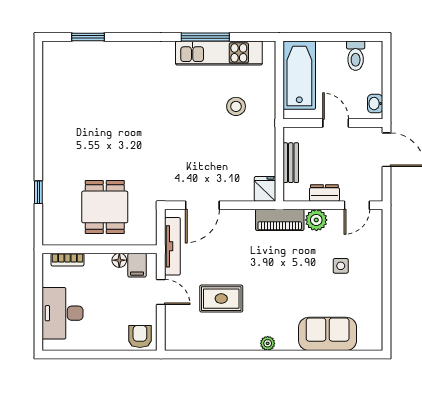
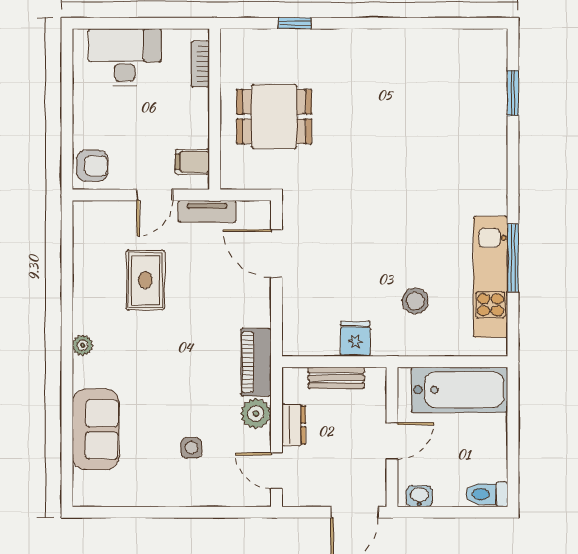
toilet: (356, 56) -> (487, 494), moved
fridge: (265, 189) -> (355, 339), moved, turned -90
tv unit: (172, 246) -> (207, 211), width x0.71
floor lamp: (119, 260) -> (199, 137), removed

